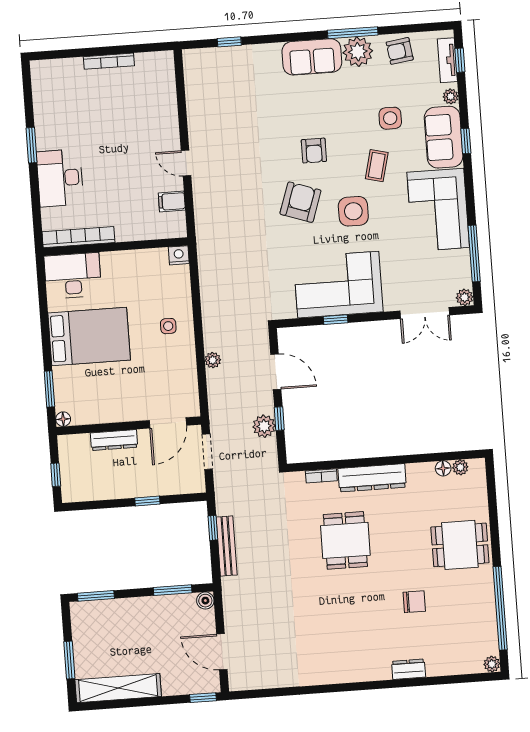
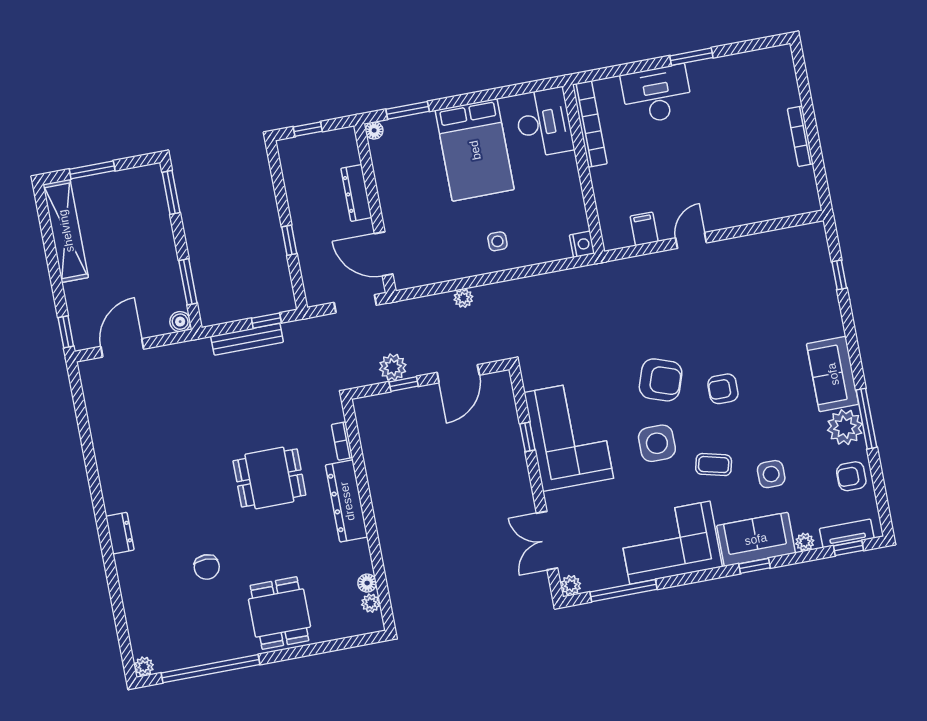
armchair: (400, 51) -> (851, 476), turned -82
dresser: (409, 669) -> (120, 533), moved

